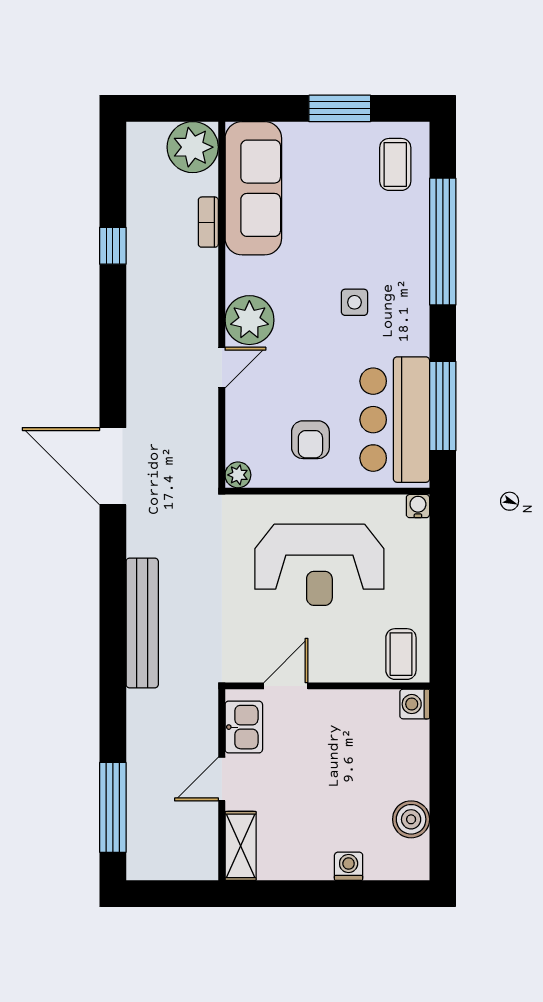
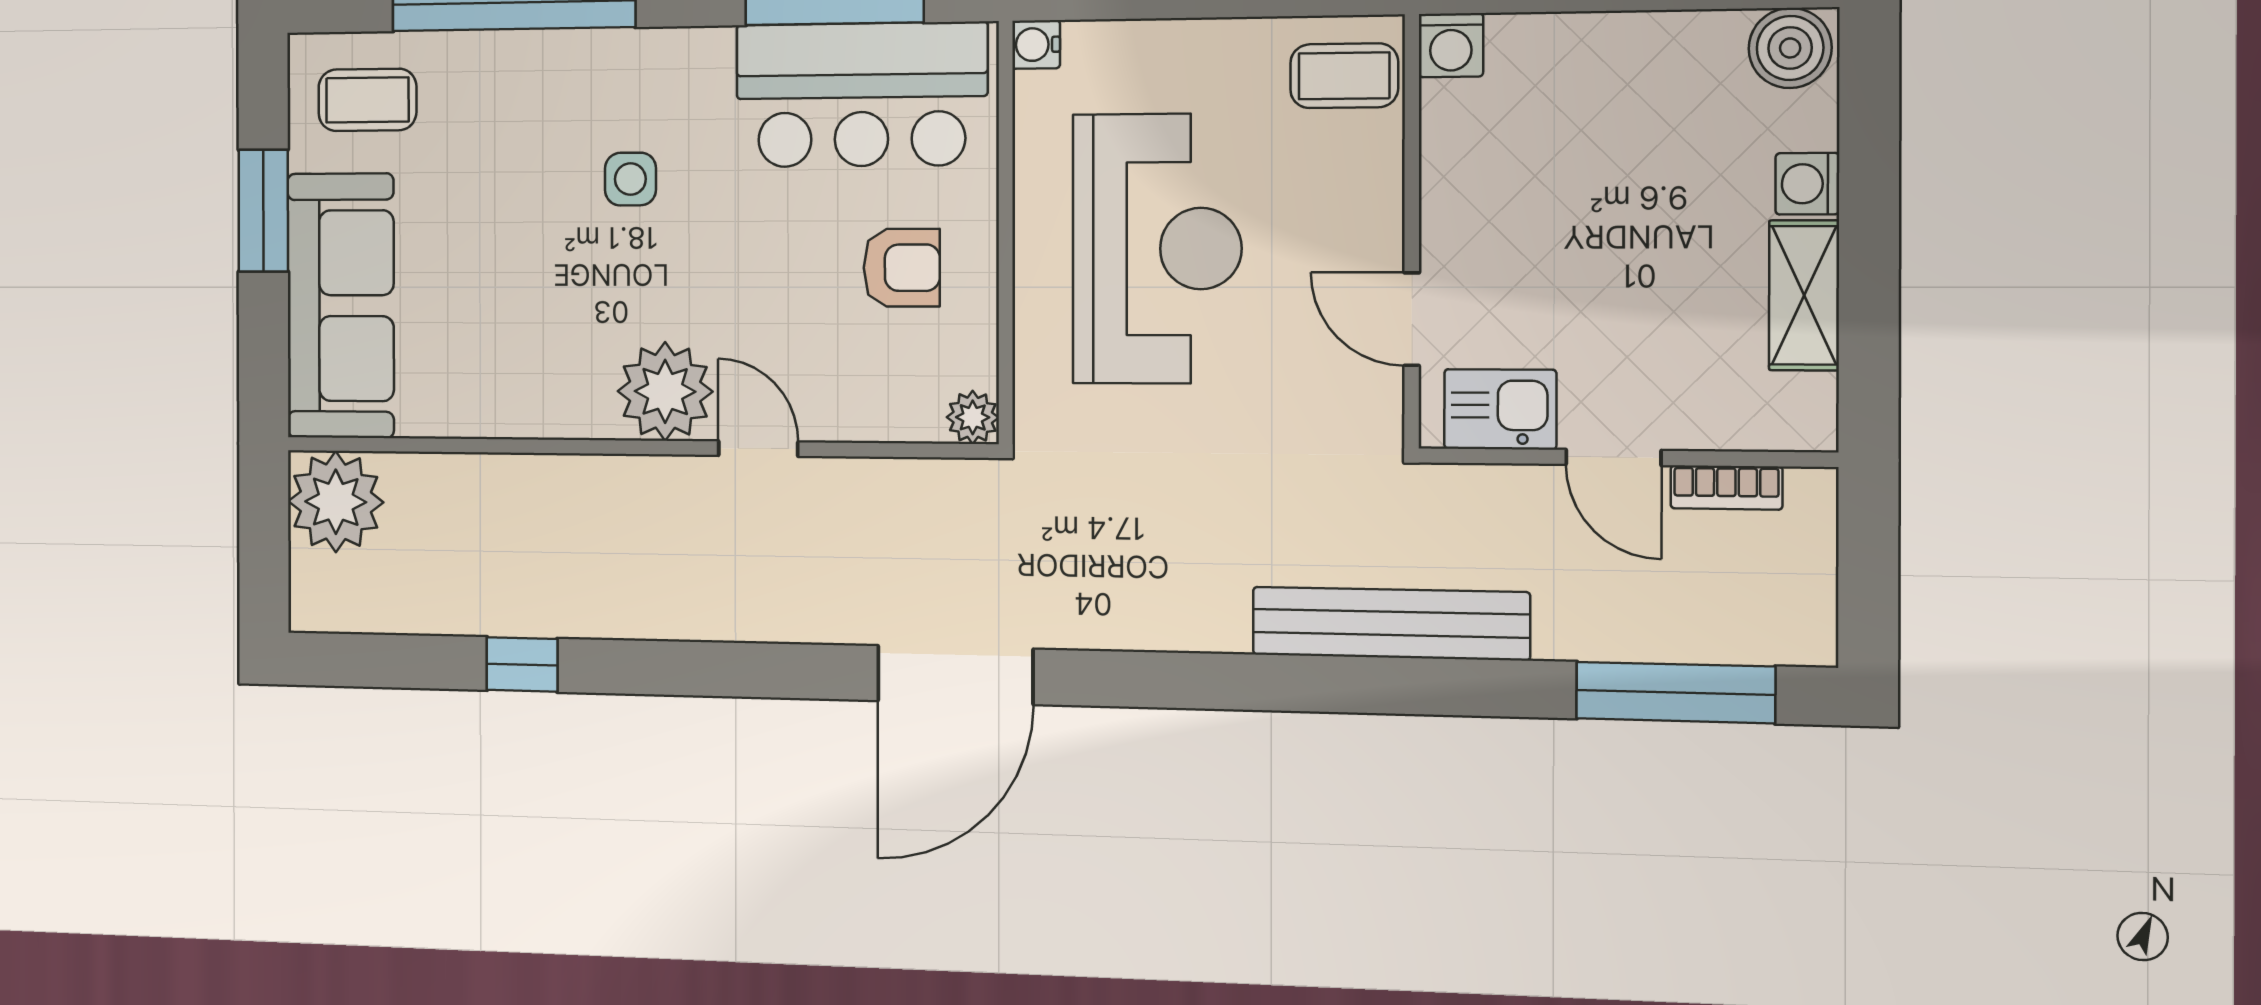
sofa: (253, 188) -> (341, 306), moved, turned 90
bookcase: (208, 222) -> (1726, 487), moved
bench: (142, 623) -> (1391, 624), moved
boiler: (411, 819) -> (1790, 48), moved
shelving: (241, 846) -> (1804, 295), moved, turned 90

